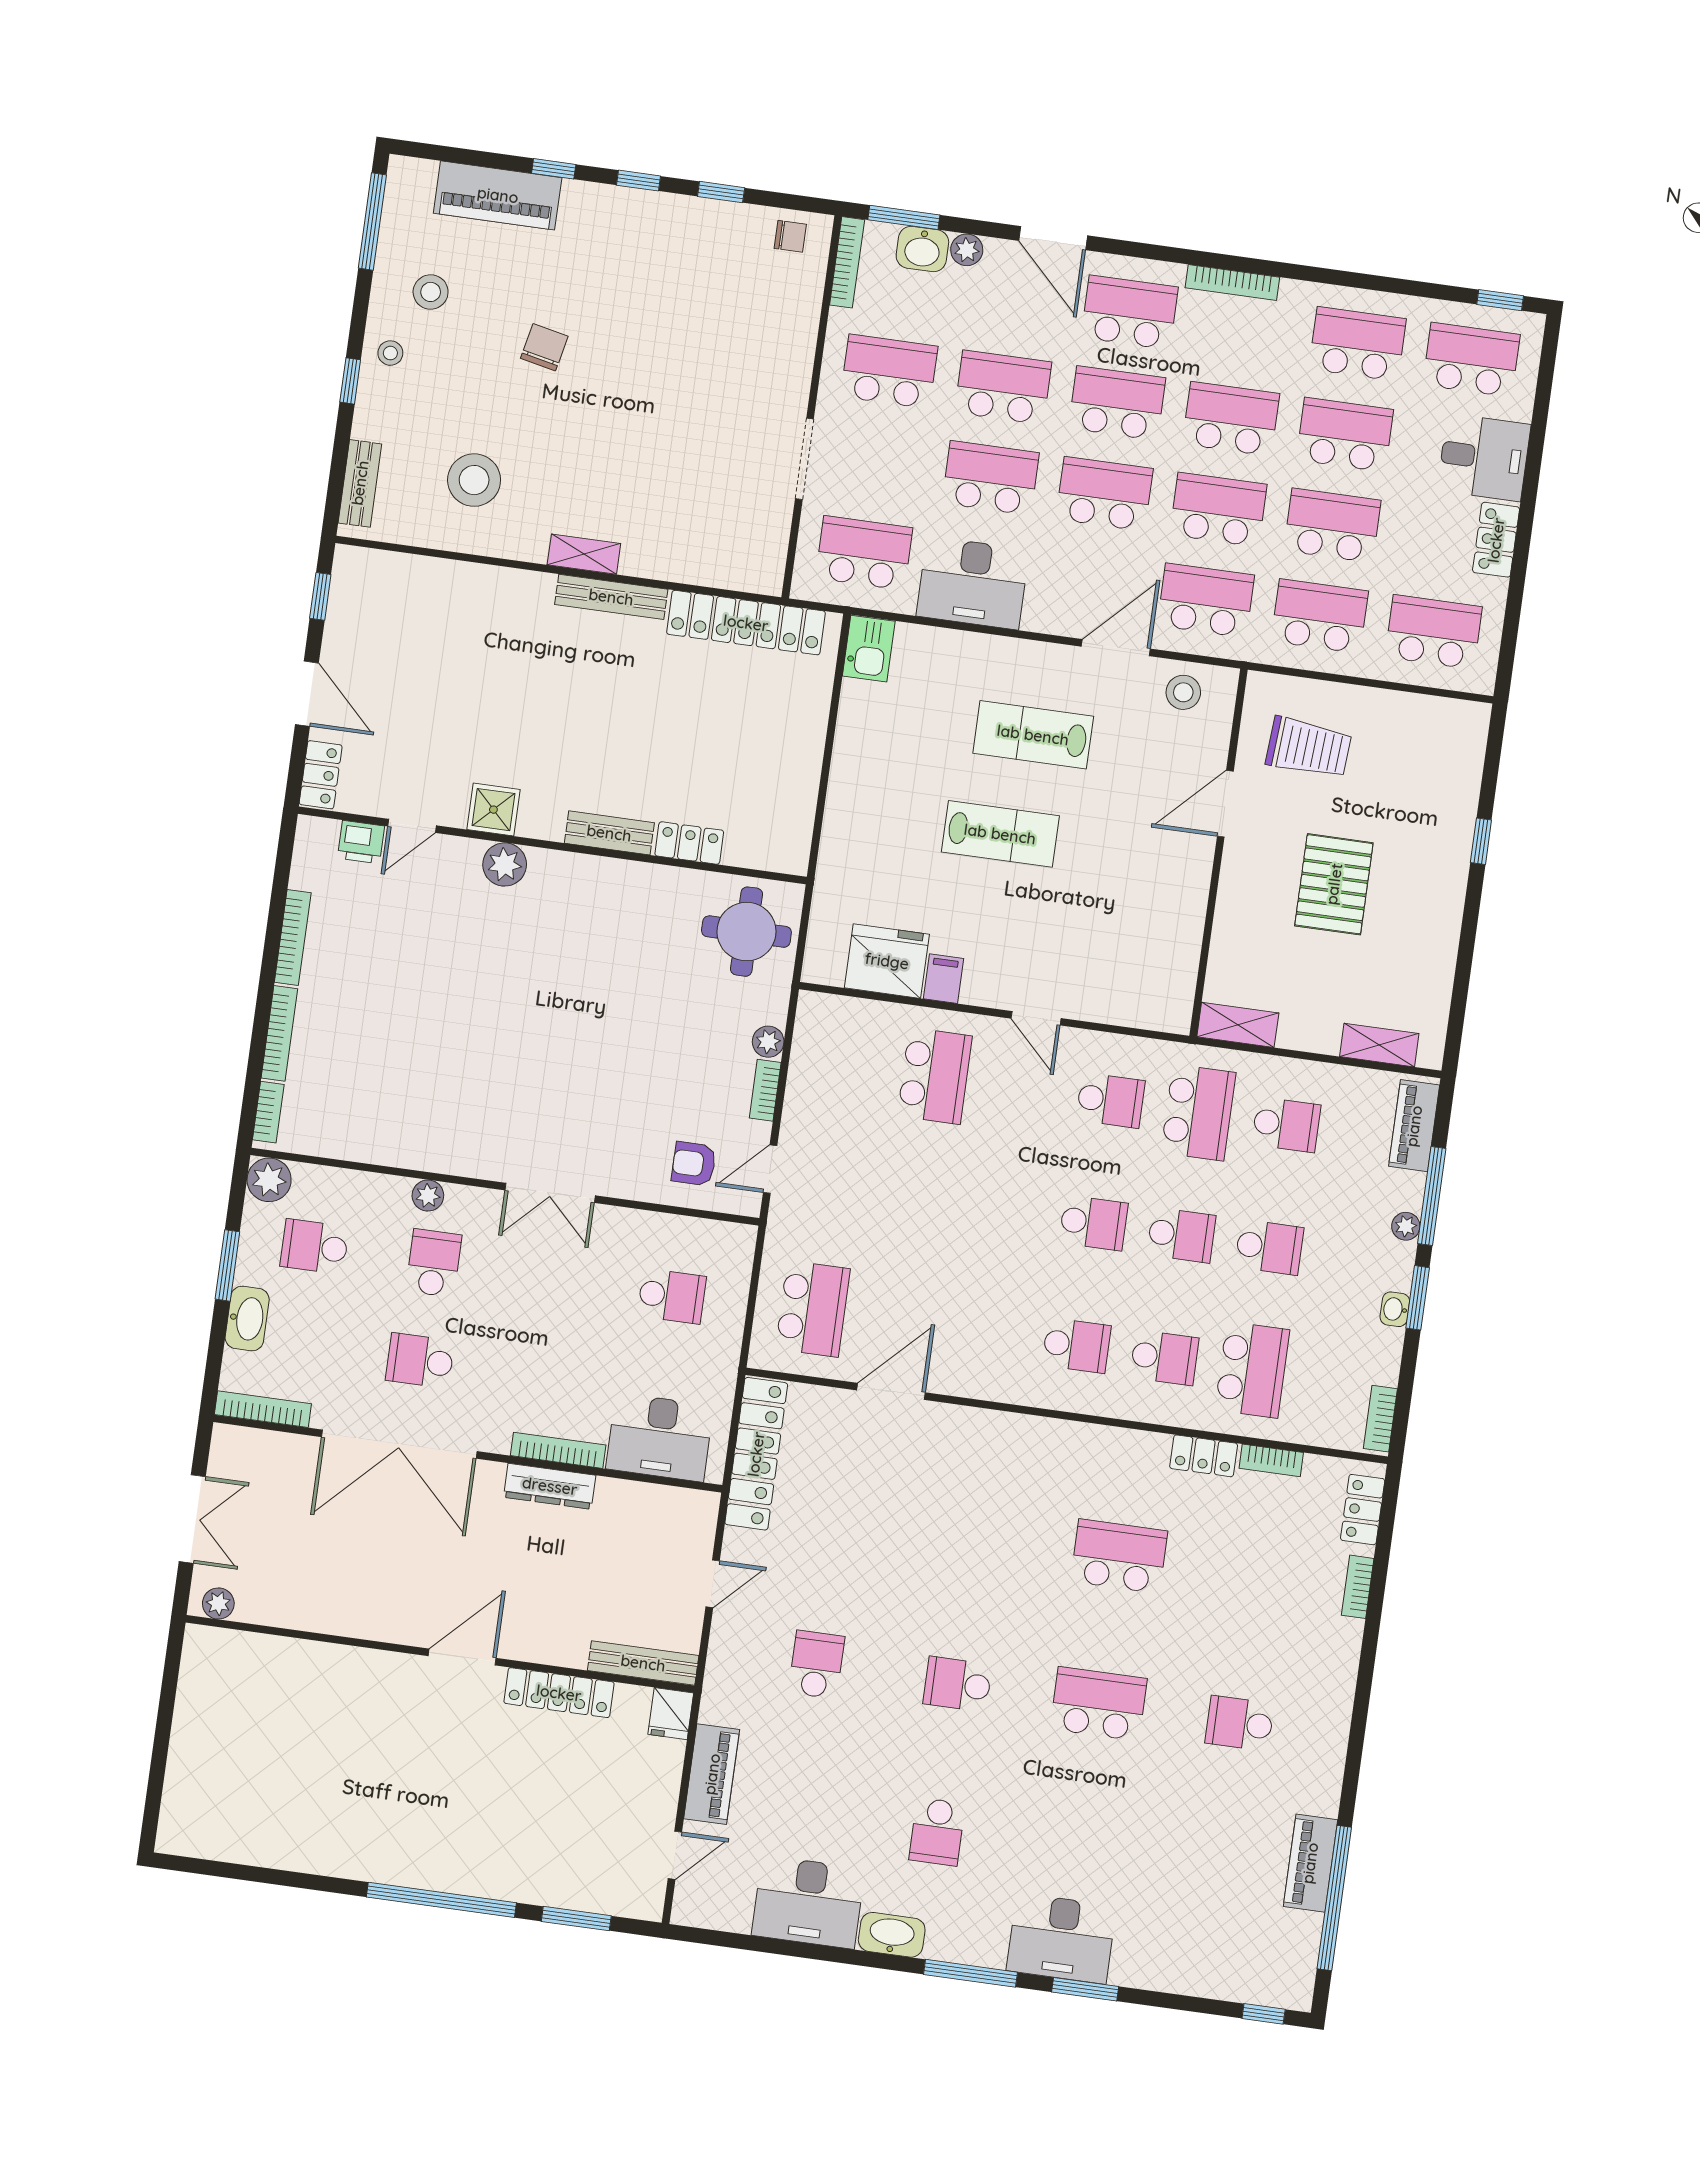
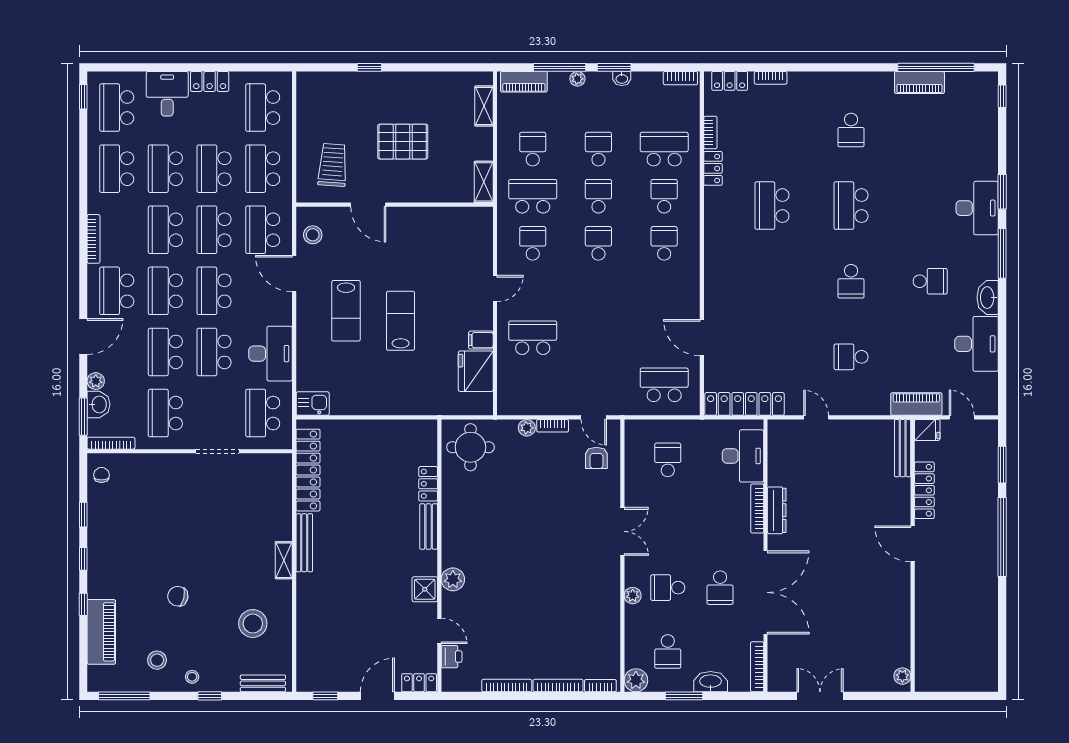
plant: (218, 1604) -> (902, 676), moved
wall: (440, 1654) -> (913, 556), moved
door: (462, 1657) -> (913, 544), moved
bench: (643, 1663) -> (903, 448), moved
locker: (559, 1693) -> (924, 490), moved
fridge: (671, 1714) -> (927, 430), moved

